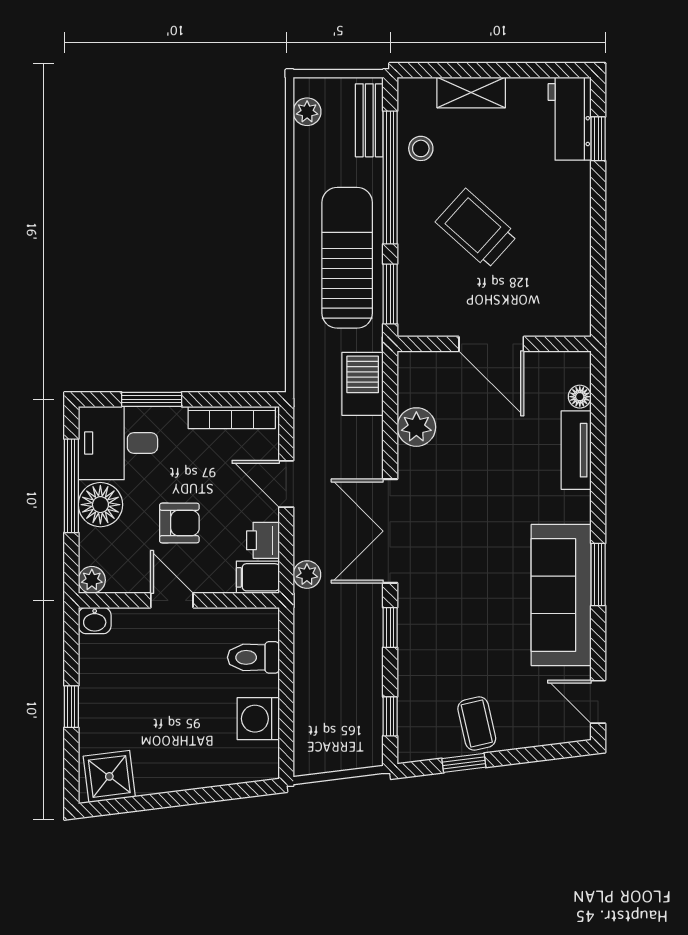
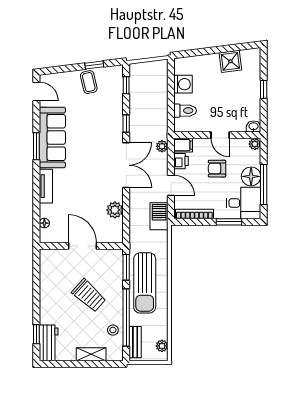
barbecue: (363, 384) -> (159, 216), moved, turned 180
tv unit: (576, 450) -> (46, 186), moved
shower: (109, 776) -> (230, 61), moved

